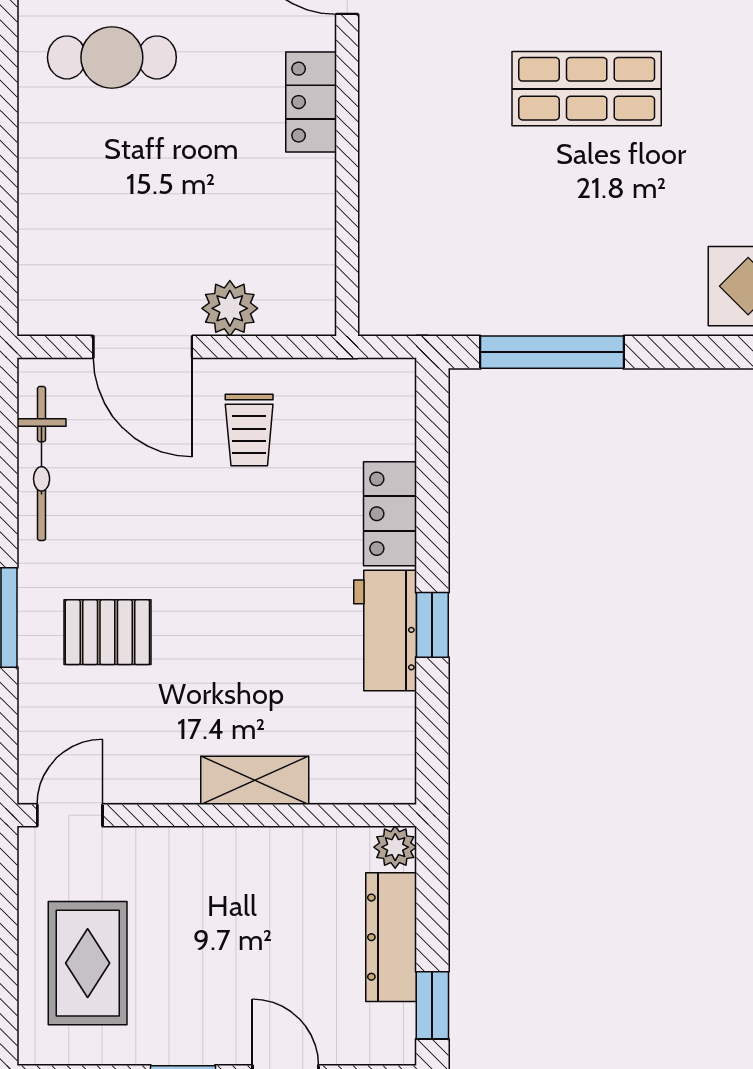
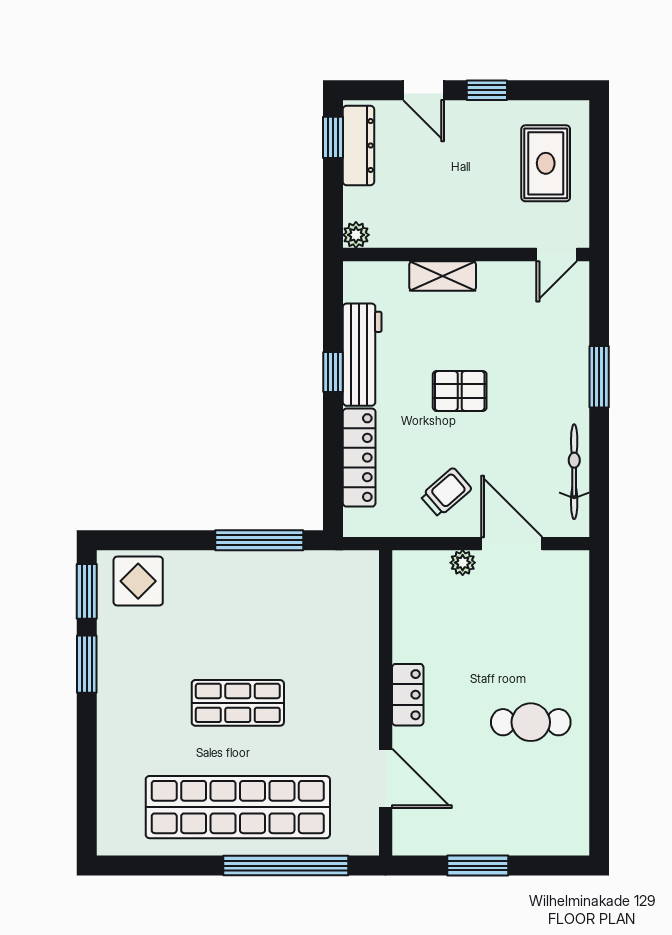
plant: (230, 308) -> (463, 563), width x0.73, depth x0.73
trolley: (249, 430) -> (446, 492), turned 49
locker: (390, 514) -> (359, 458), width x1.53
workbench: (385, 631) -> (362, 355), width x1.38
pallet: (107, 632) -> (460, 391), moved
dresser: (391, 937) -> (358, 146), moved

